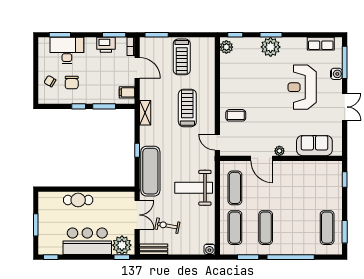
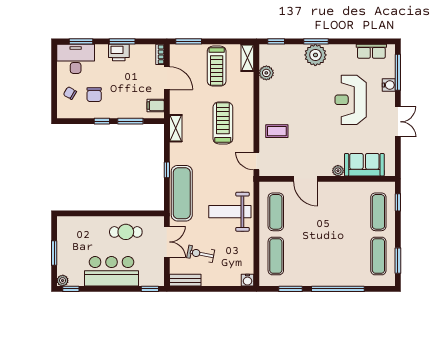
window: (114, 35) -> (122, 41), moved
printer: (106, 45) -> (119, 53), moved
plant: (226, 47) -> (266, 73), moved
desk: (67, 50) -> (76, 59), moved
shelving: (209, 50) -> (247, 58), added
plant: (279, 151) -> (338, 171), moved
cafe table: (78, 200) -> (126, 232), moved
exercise mat: (266, 228) -> (378, 212), moved
plant: (122, 245) -> (63, 281), moved, width x0.53, depth x0.53

